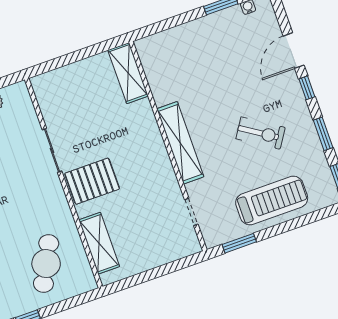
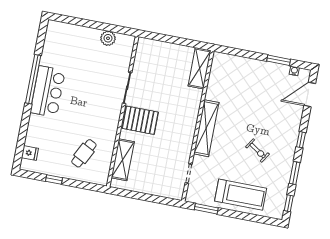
door: (294, 51) -> (310, 94), moved
exercise bike: (261, 133) -> (258, 151), width x0.73, depth x0.72
cafe table: (46, 264) -> (84, 153), width x0.73, depth x0.74

